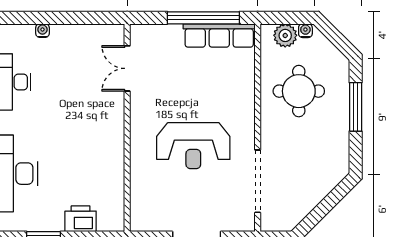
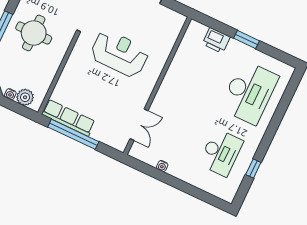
water cooler: (42, 31) -> (162, 166), moved
round table: (299, 91) -> (34, 33), moved

